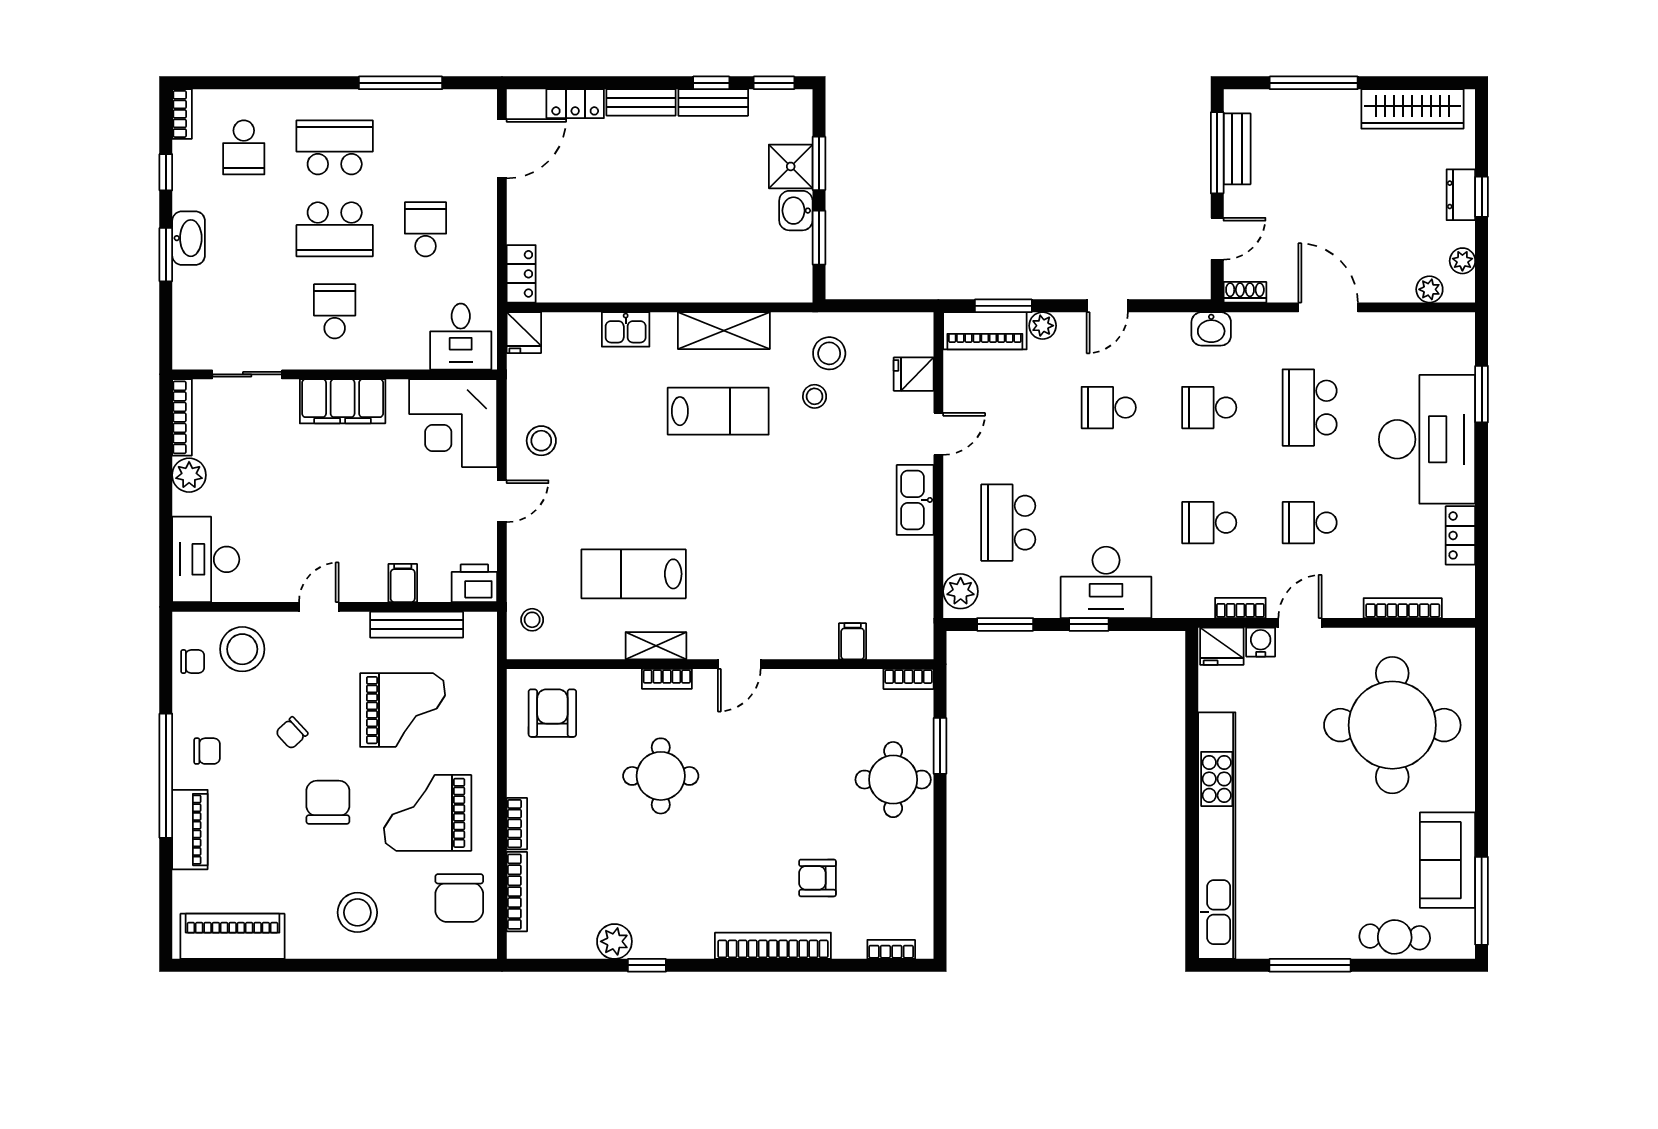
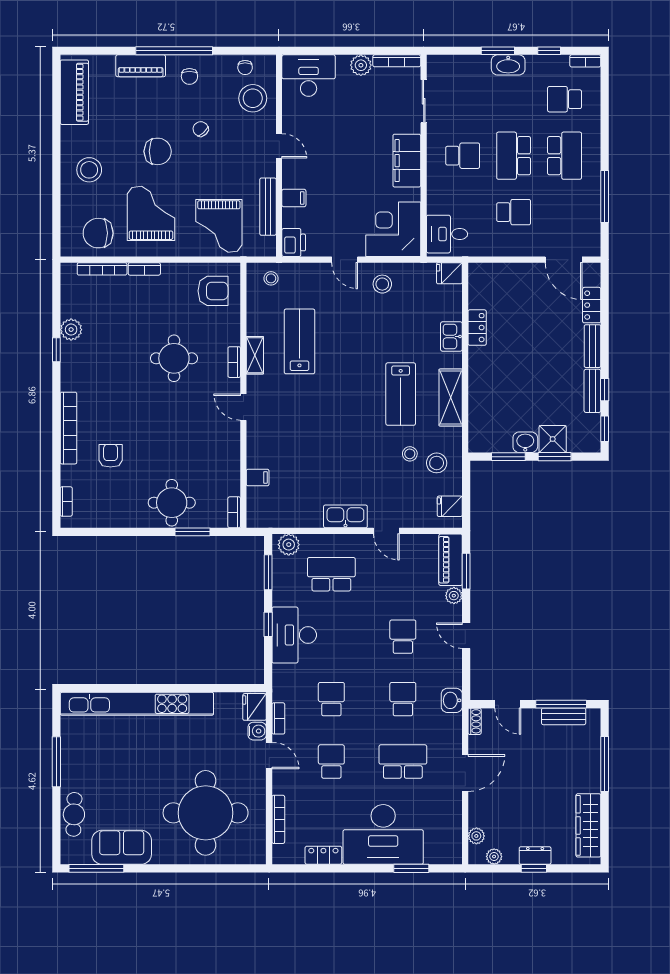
locker: (521, 274) -> (477, 328), moved, turned -90
fridge: (914, 374) -> (450, 506), moved, turned -90
grand piano: (403, 710) -> (219, 226), moved

